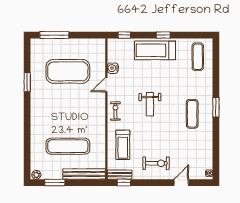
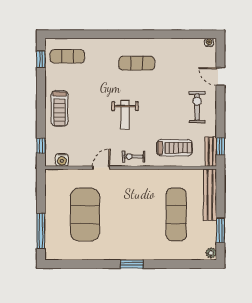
window: (163, 35) -> (41, 59), moved
treadmill: (155, 50) -> (60, 108), width x0.73, depth x0.73
water cooler: (113, 68) -> (62, 160), moved
window: (27, 82) -> (132, 264), moved
door: (106, 85) -> (101, 168), swing flipped
weight bench: (150, 104) -> (125, 115), turned 90
window: (216, 107) -> (129, 34), removed

